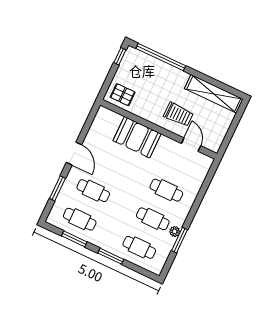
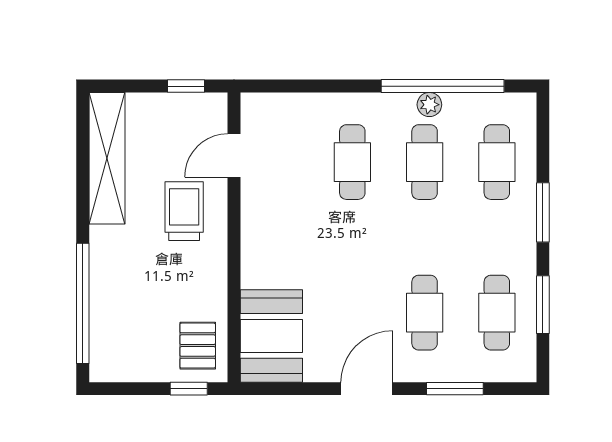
window: (120, 56) -> (189, 389), moved
booth: (137, 137) -> (271, 336), moved
window: (228, 139) -> (186, 86), added
window: (180, 240) -> (443, 86), width x2.11

